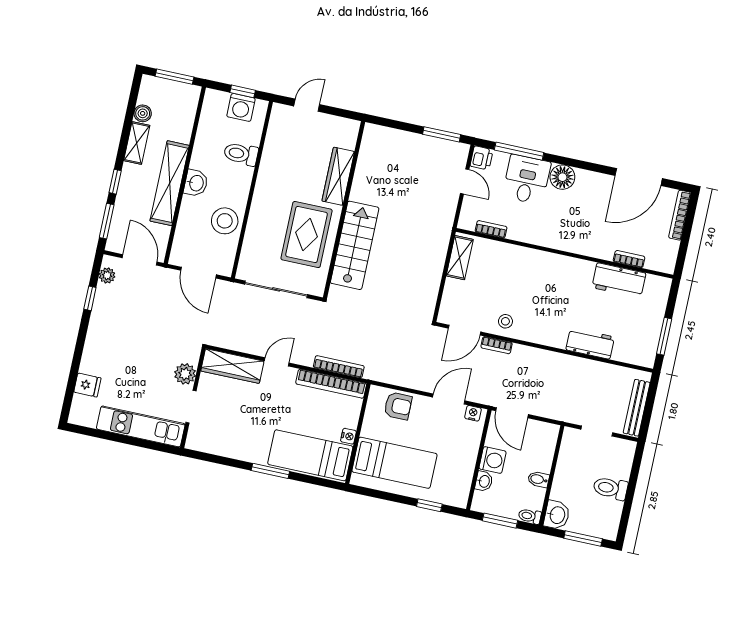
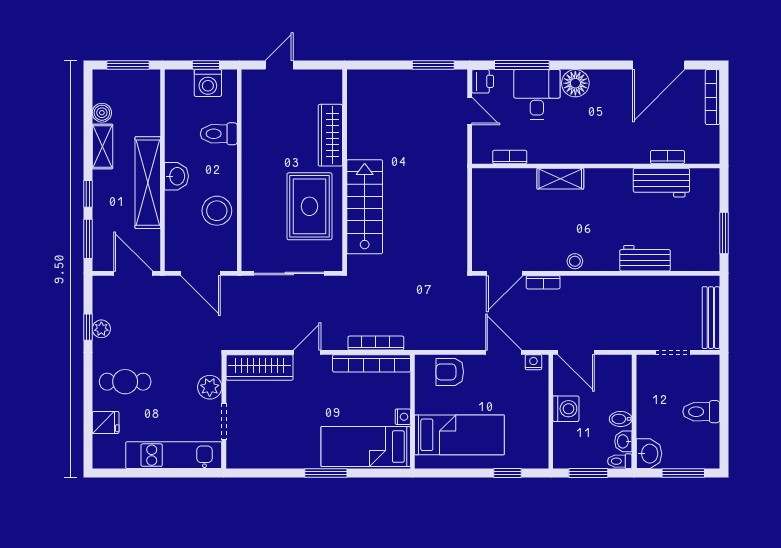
shelving: (460, 258) -> (560, 179), moved, turned 90
plant: (107, 275) -> (101, 329), moved
stool: (505, 321) -> (575, 261), moved
cafe table: (112, 353) -> (125, 382), added
door: (449, 399) -> (504, 352), hinge flipped
armchair: (398, 406) -> (450, 372), turned 180
washbasin: (484, 481) -> (623, 441), moved, turned 180

